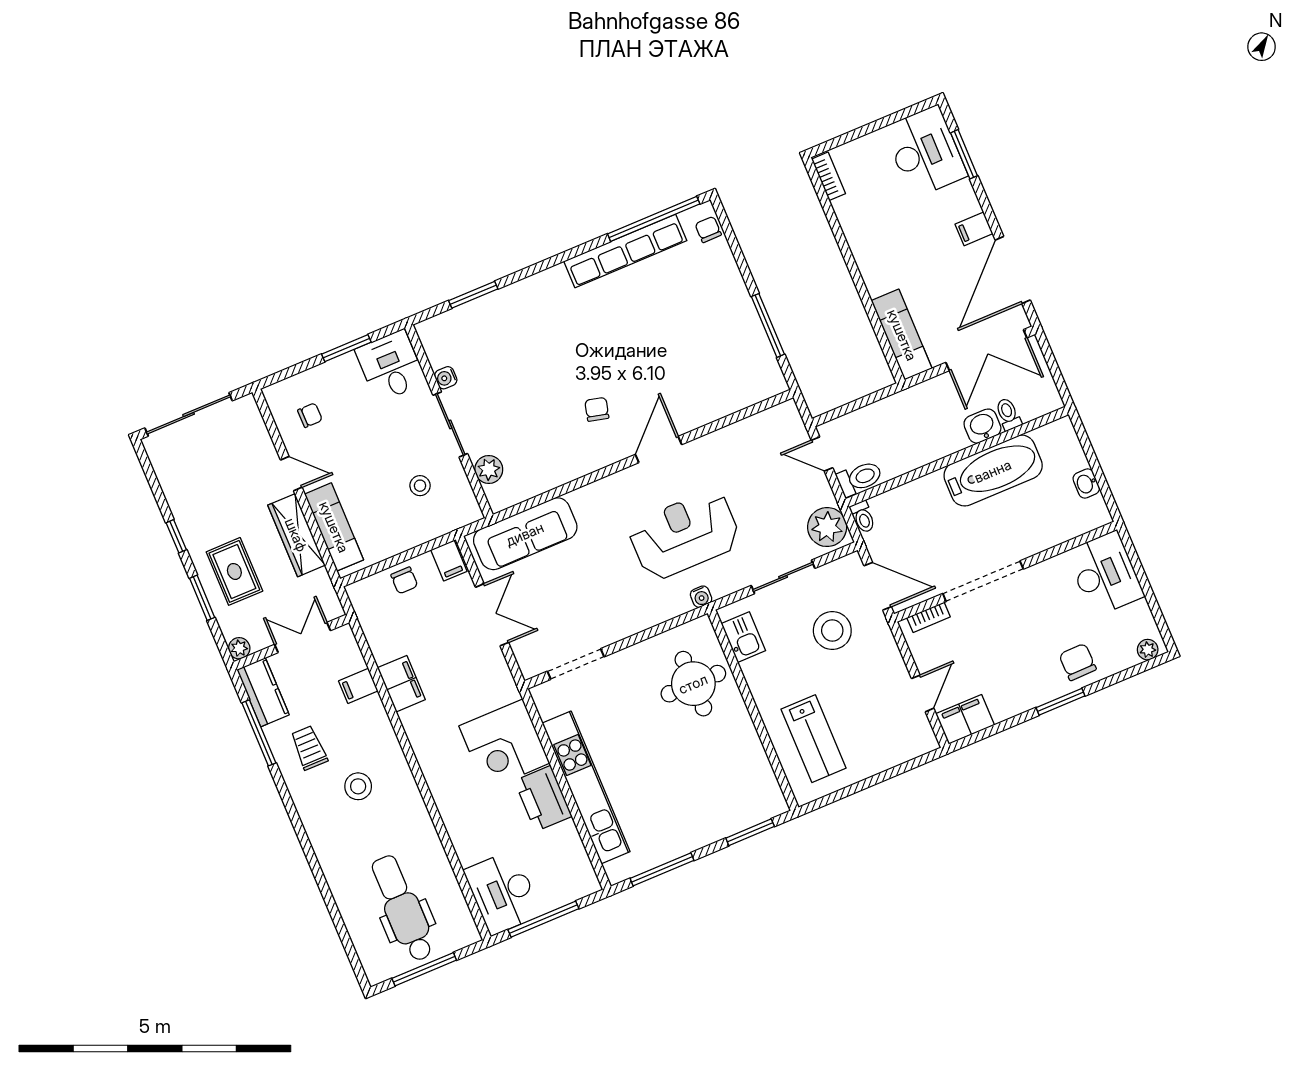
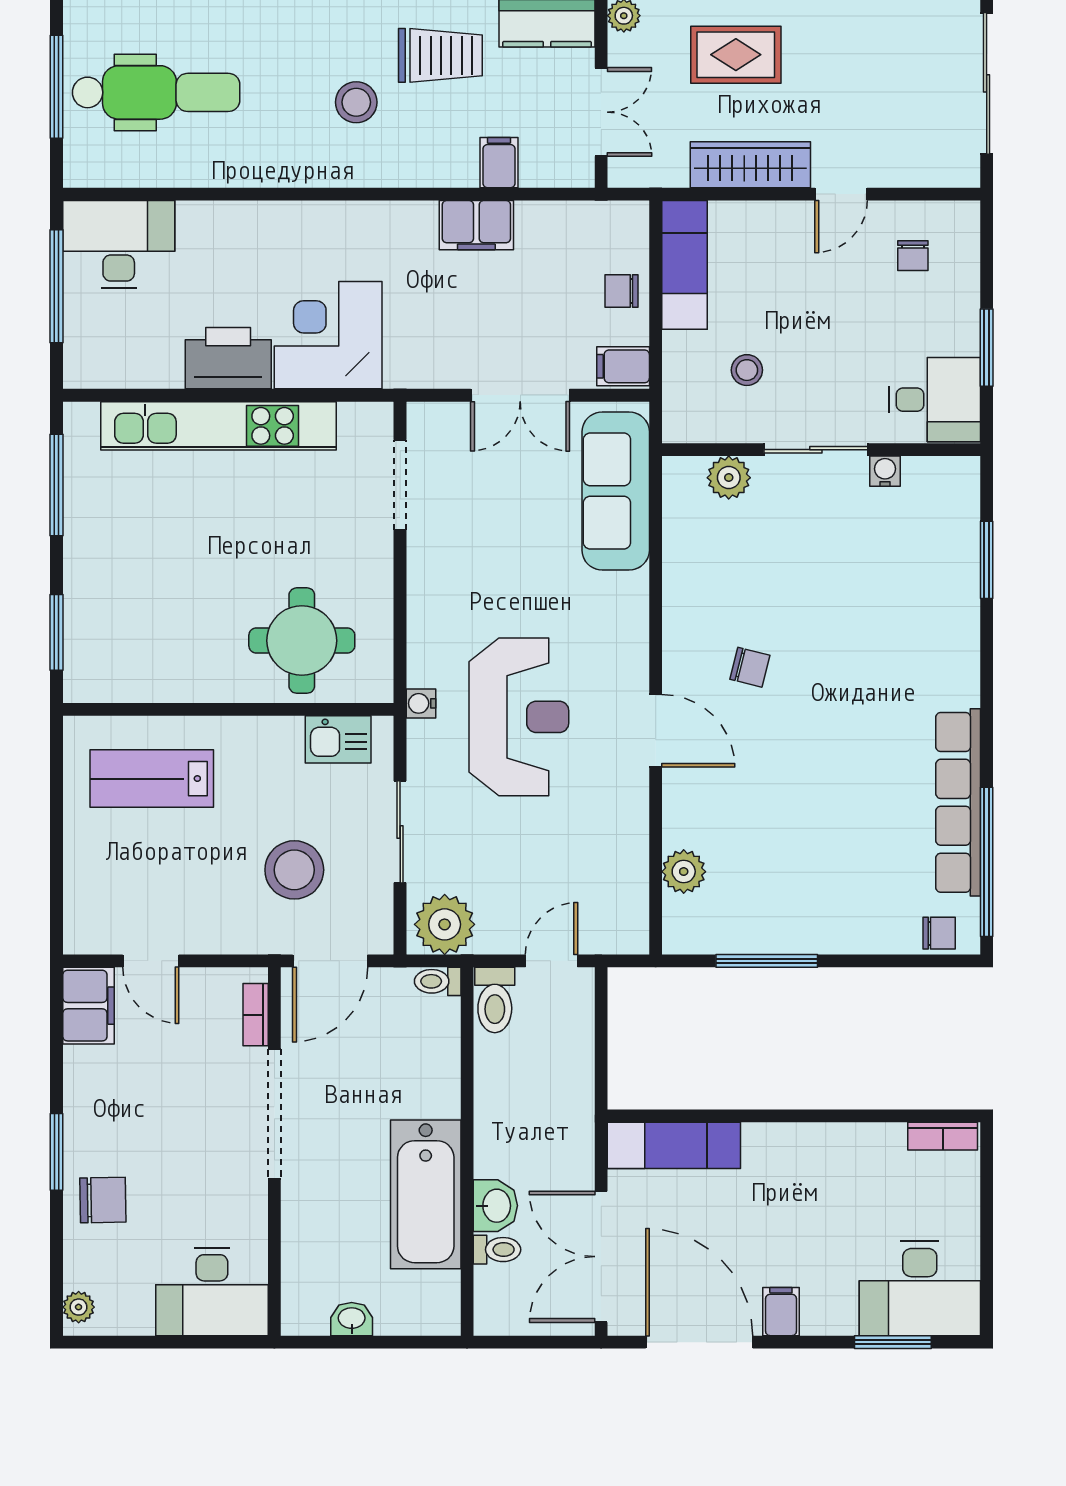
plant: (735, 397) -> (684, 872), added
exam couch: (334, 527) -> (684, 265), moved, turned -90
trolley: (309, 748) -> (440, 55), width x1.36, depth x1.39

